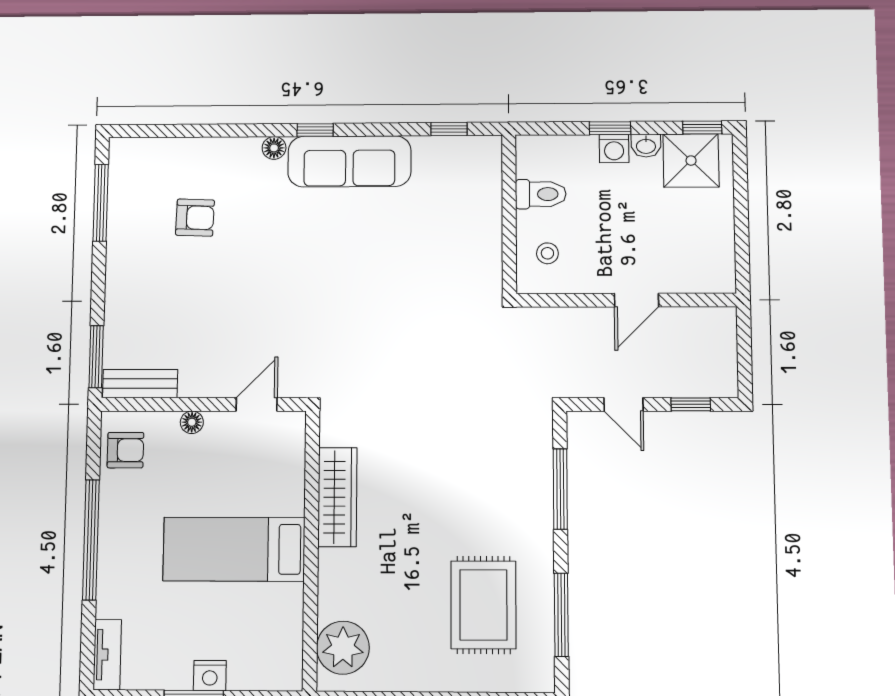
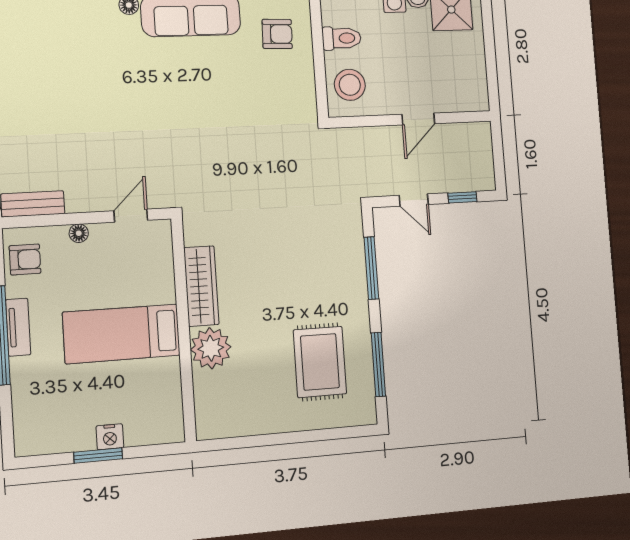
armchair: (195, 218) -> (277, 34), moved
stool: (547, 253) -> (350, 85), width x1.89, depth x1.89
plant: (343, 648) -> (211, 348), moved
tv unit: (107, 655) -> (18, 327), moved

